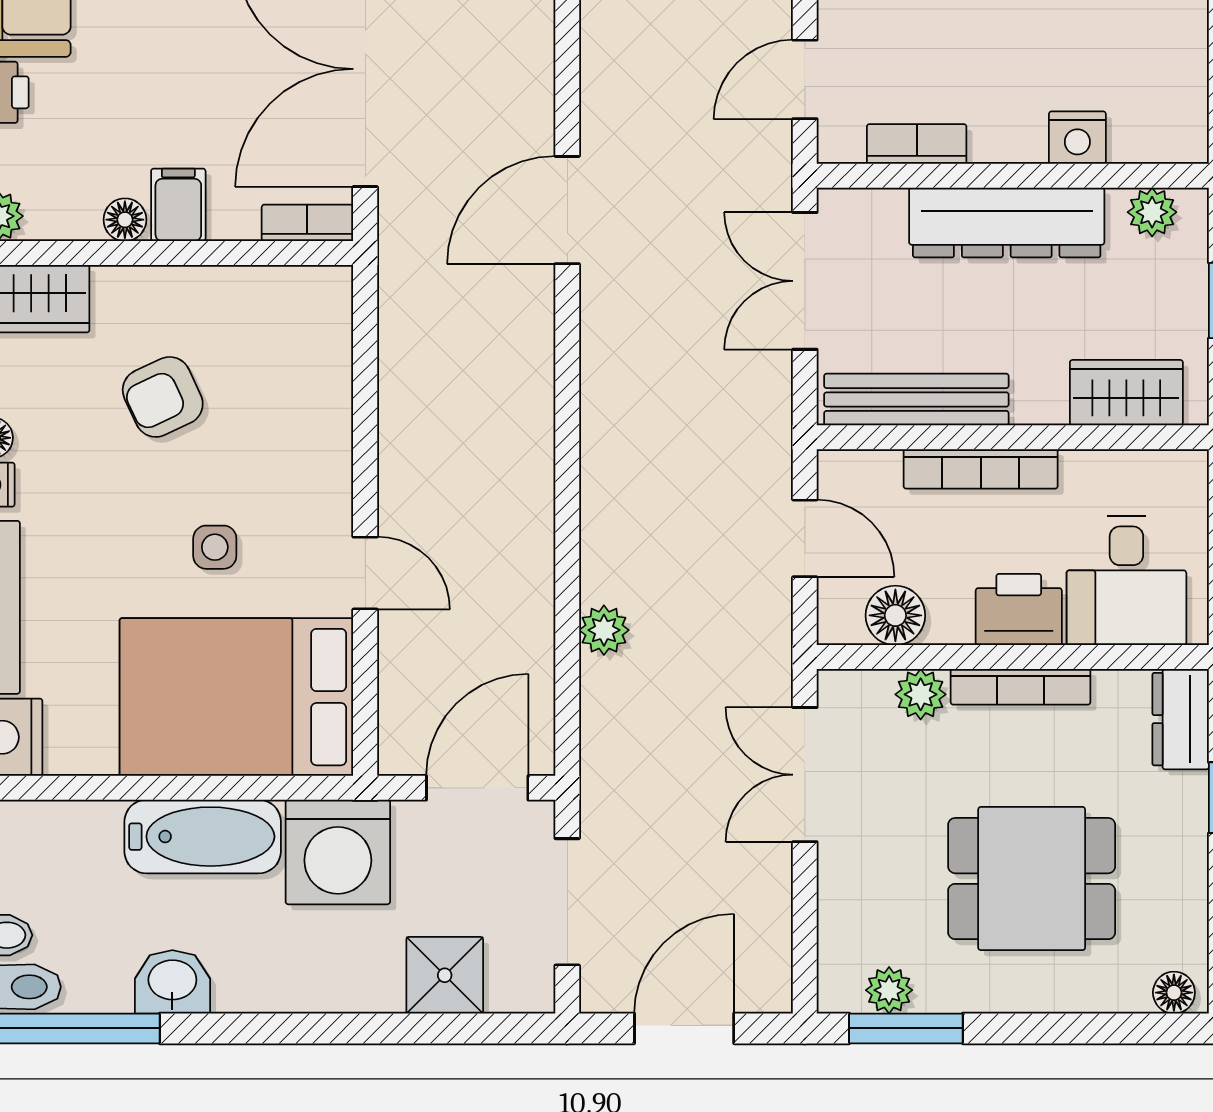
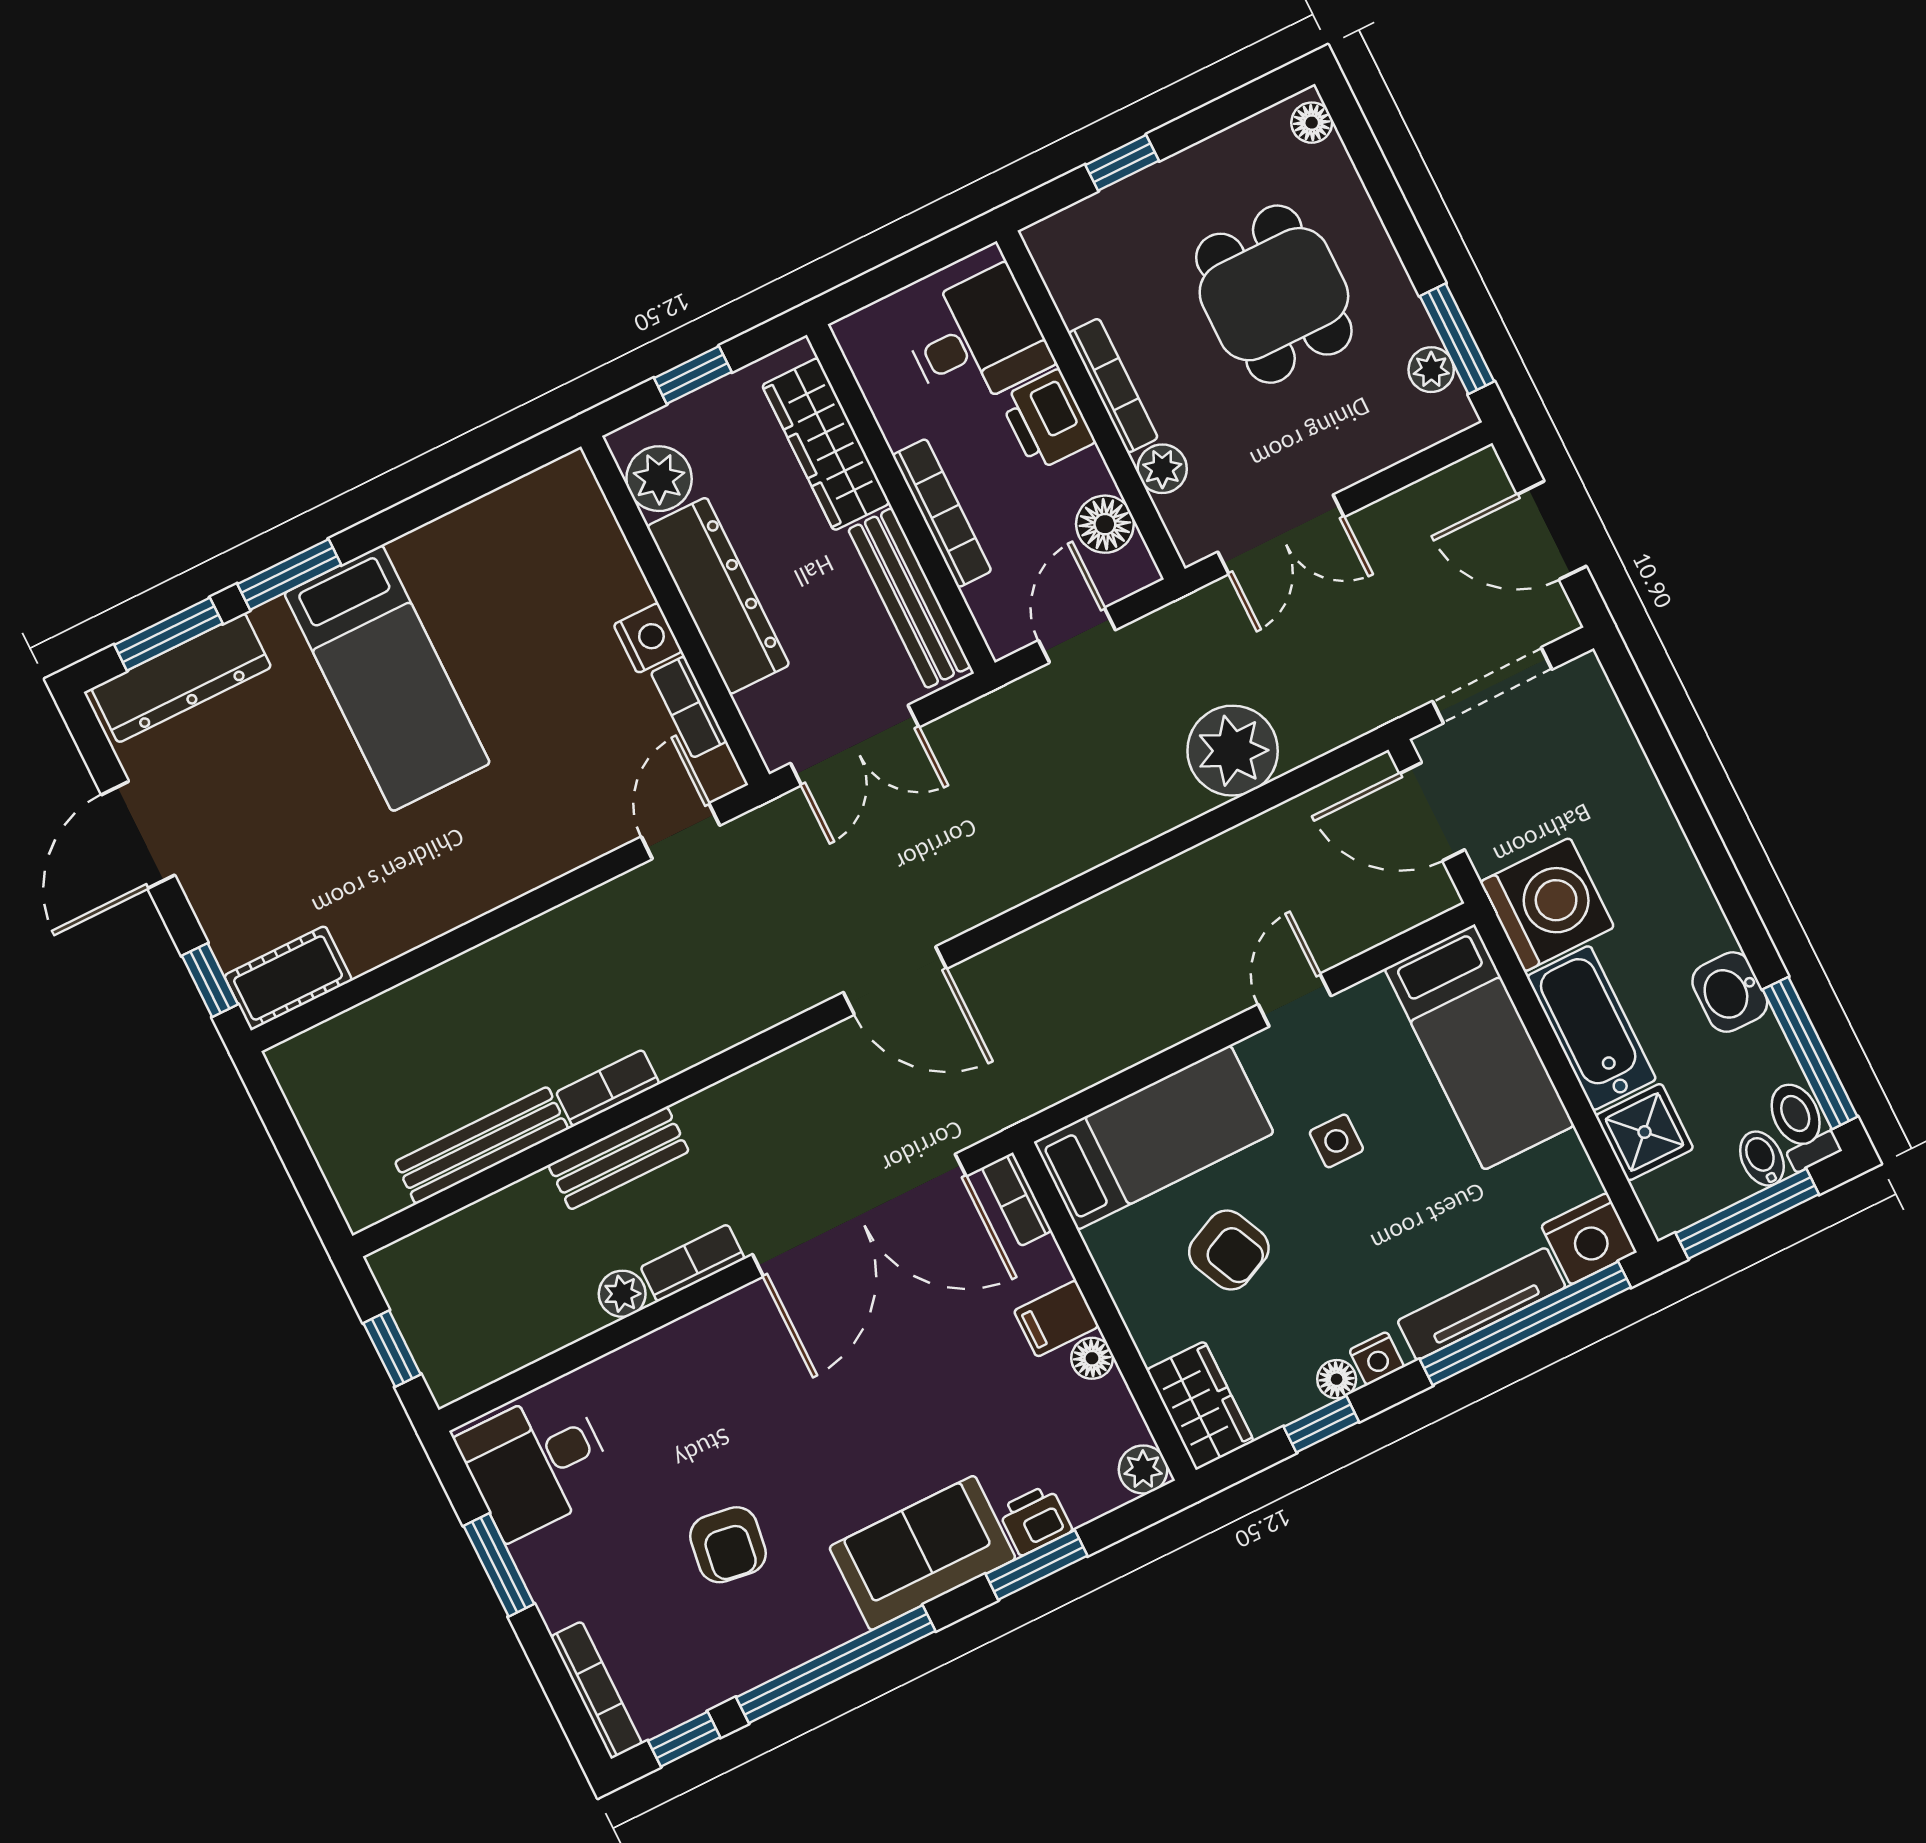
door: (805, 79) -> (681, 831), swing flipped
nightstand: (1077, 138) -> (648, 638), moved
plant: (1152, 212) -> (659, 479), width x1.38, depth x1.38
bed: (302, 379) -> (1154, 1138), added
wardrobe: (1126, 393) -> (826, 444), width x1.50
plant: (604, 630) -> (1233, 751), width x1.88, depth x1.88
bed: (236, 697) -> (1479, 1047), width x0.67
dresser: (1181, 719) -> (1073, 234), removed
shower: (445, 975) -> (1645, 1132), moved

